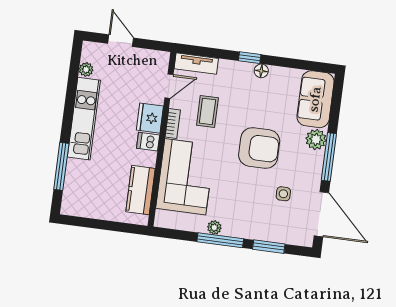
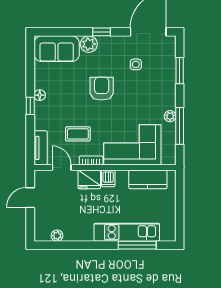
door: (121, 41) -> (30, 198), moved
kitchen unit: (84, 119) -> (127, 232), moved
armchair: (259, 148) -> (102, 89), width x0.73, depth x0.73
window: (329, 157) -> (101, 32), width x0.46
window: (220, 240) -> (180, 126), moved

